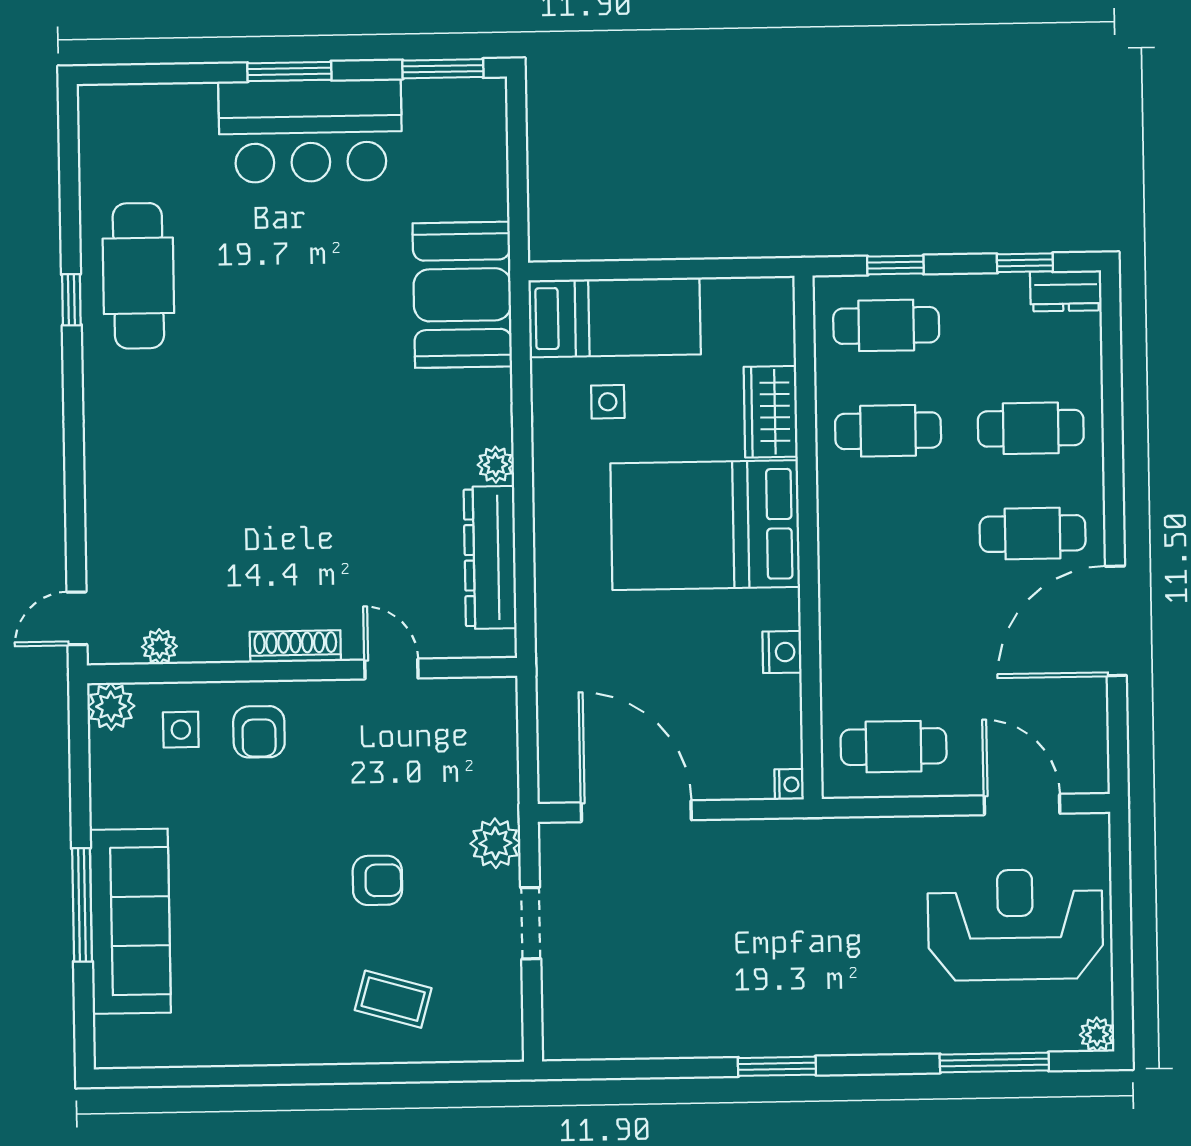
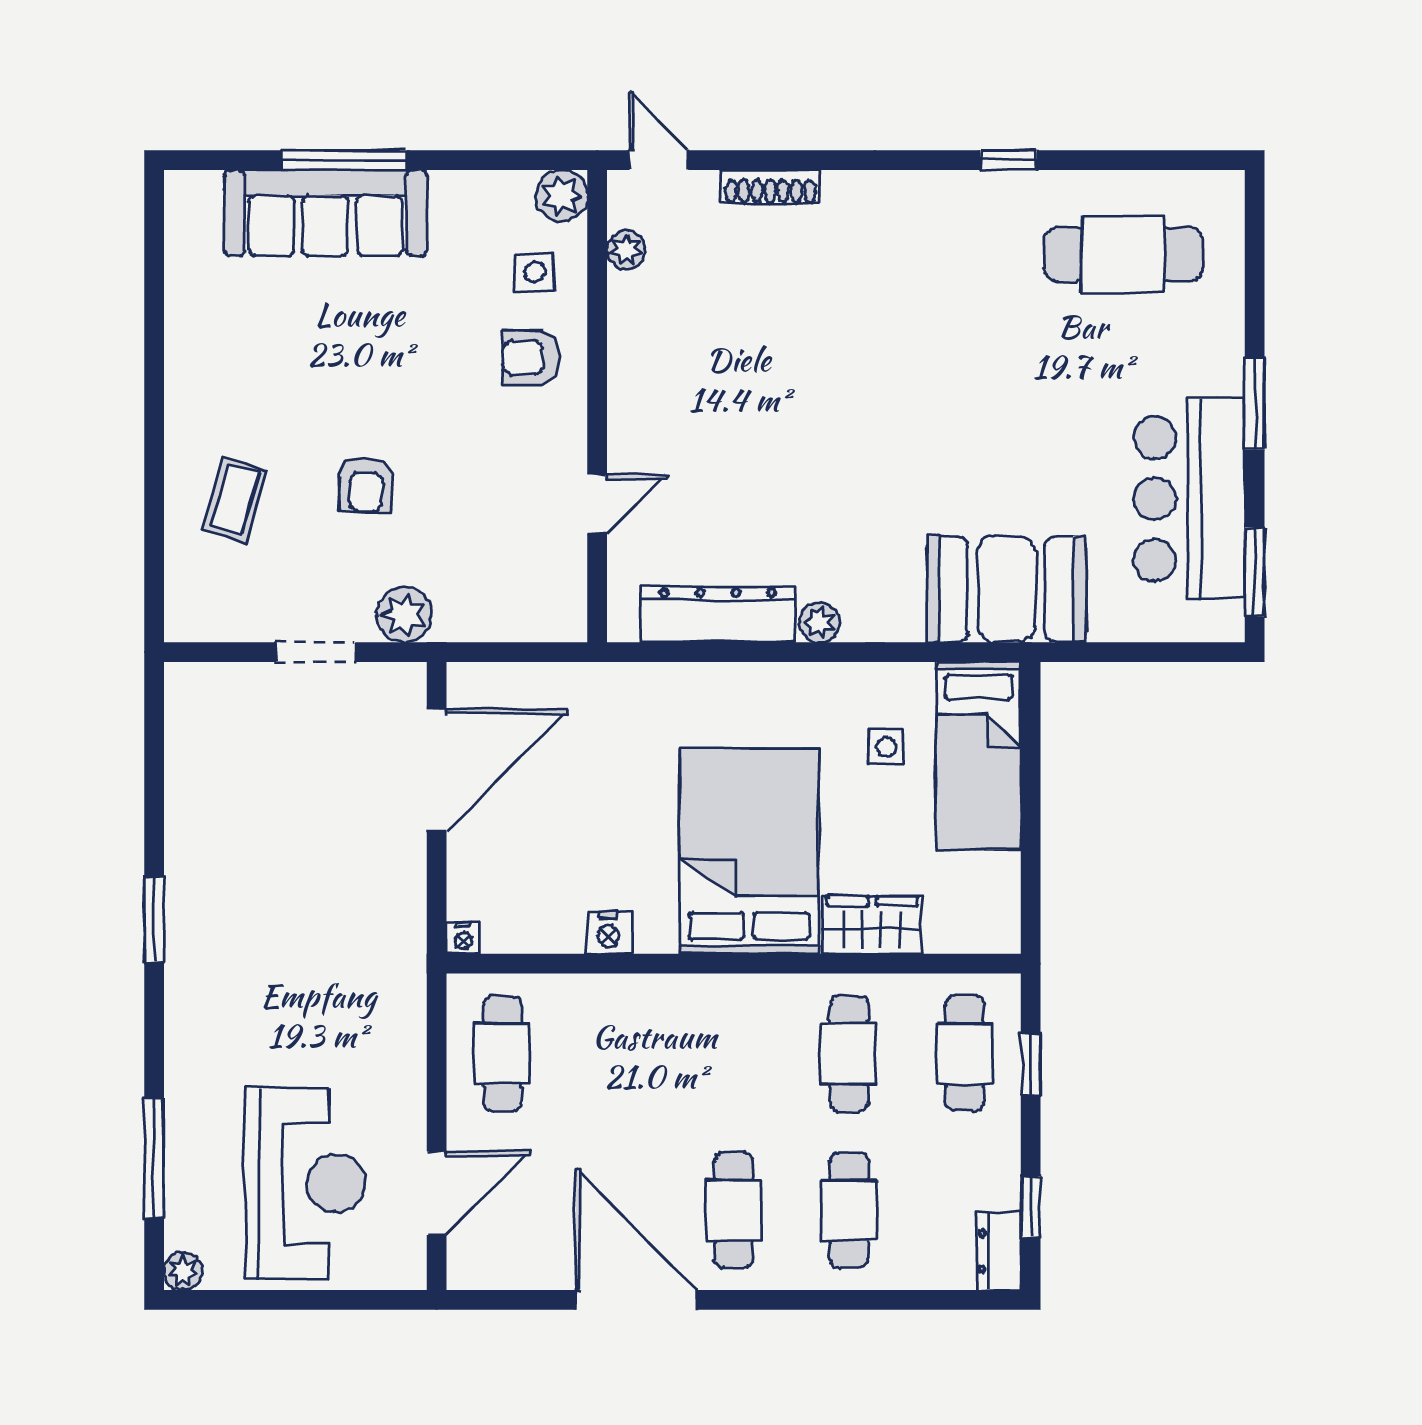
bar counter: (310, 131) -> (1189, 499), moved
cafe table: (138, 276) -> (1123, 254), moved
shoe rack: (295, 646) -> (770, 187), moved, turned 90

